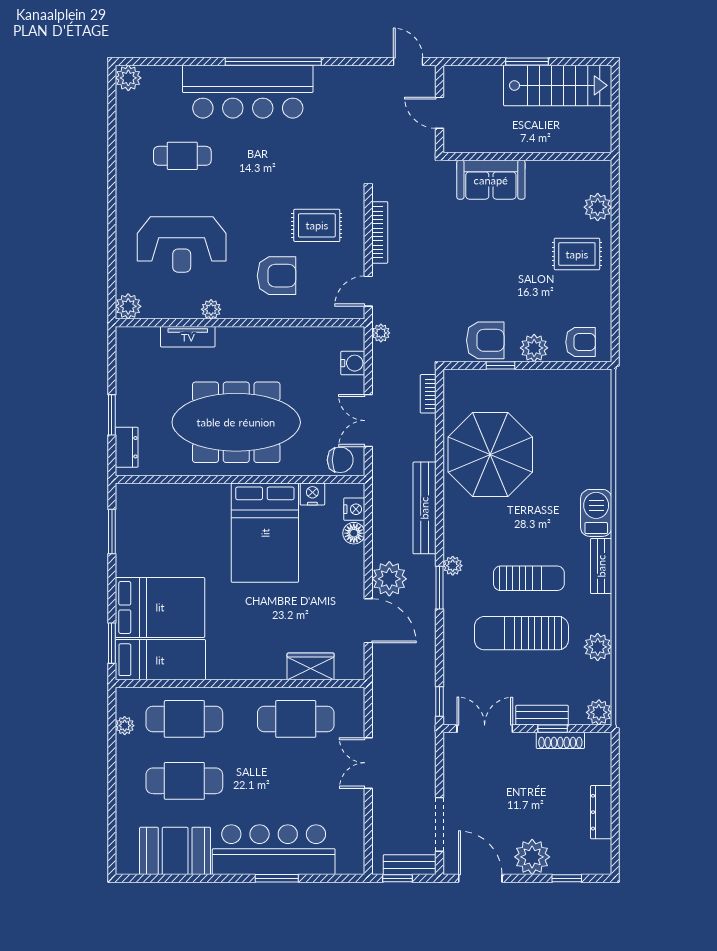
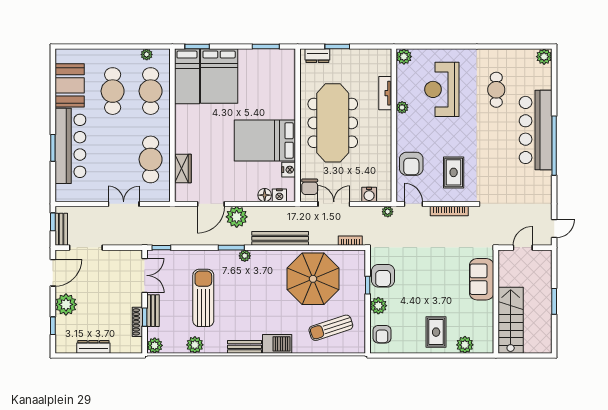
stairs: (558, 85) -> (511, 320), moved, turned 180
armchair: (276, 276) -> (411, 164), moved
sun lounger: (529, 578) -> (331, 328), moved, turned 72

